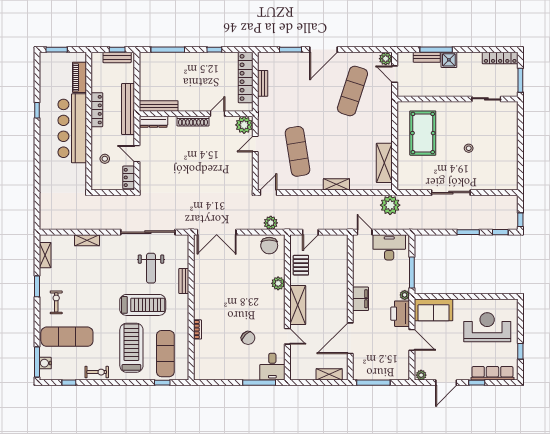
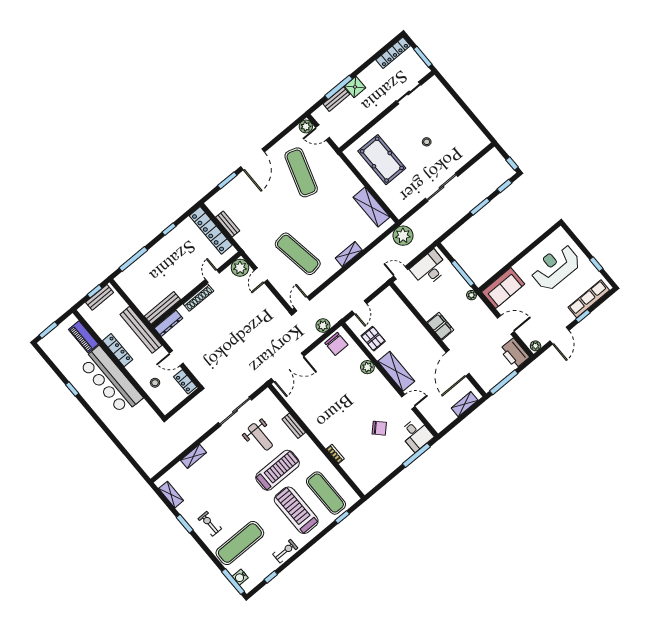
sliding door: (148, 232) -> (235, 411), width x0.73
printer: (400, 314) -> (514, 353), moved

